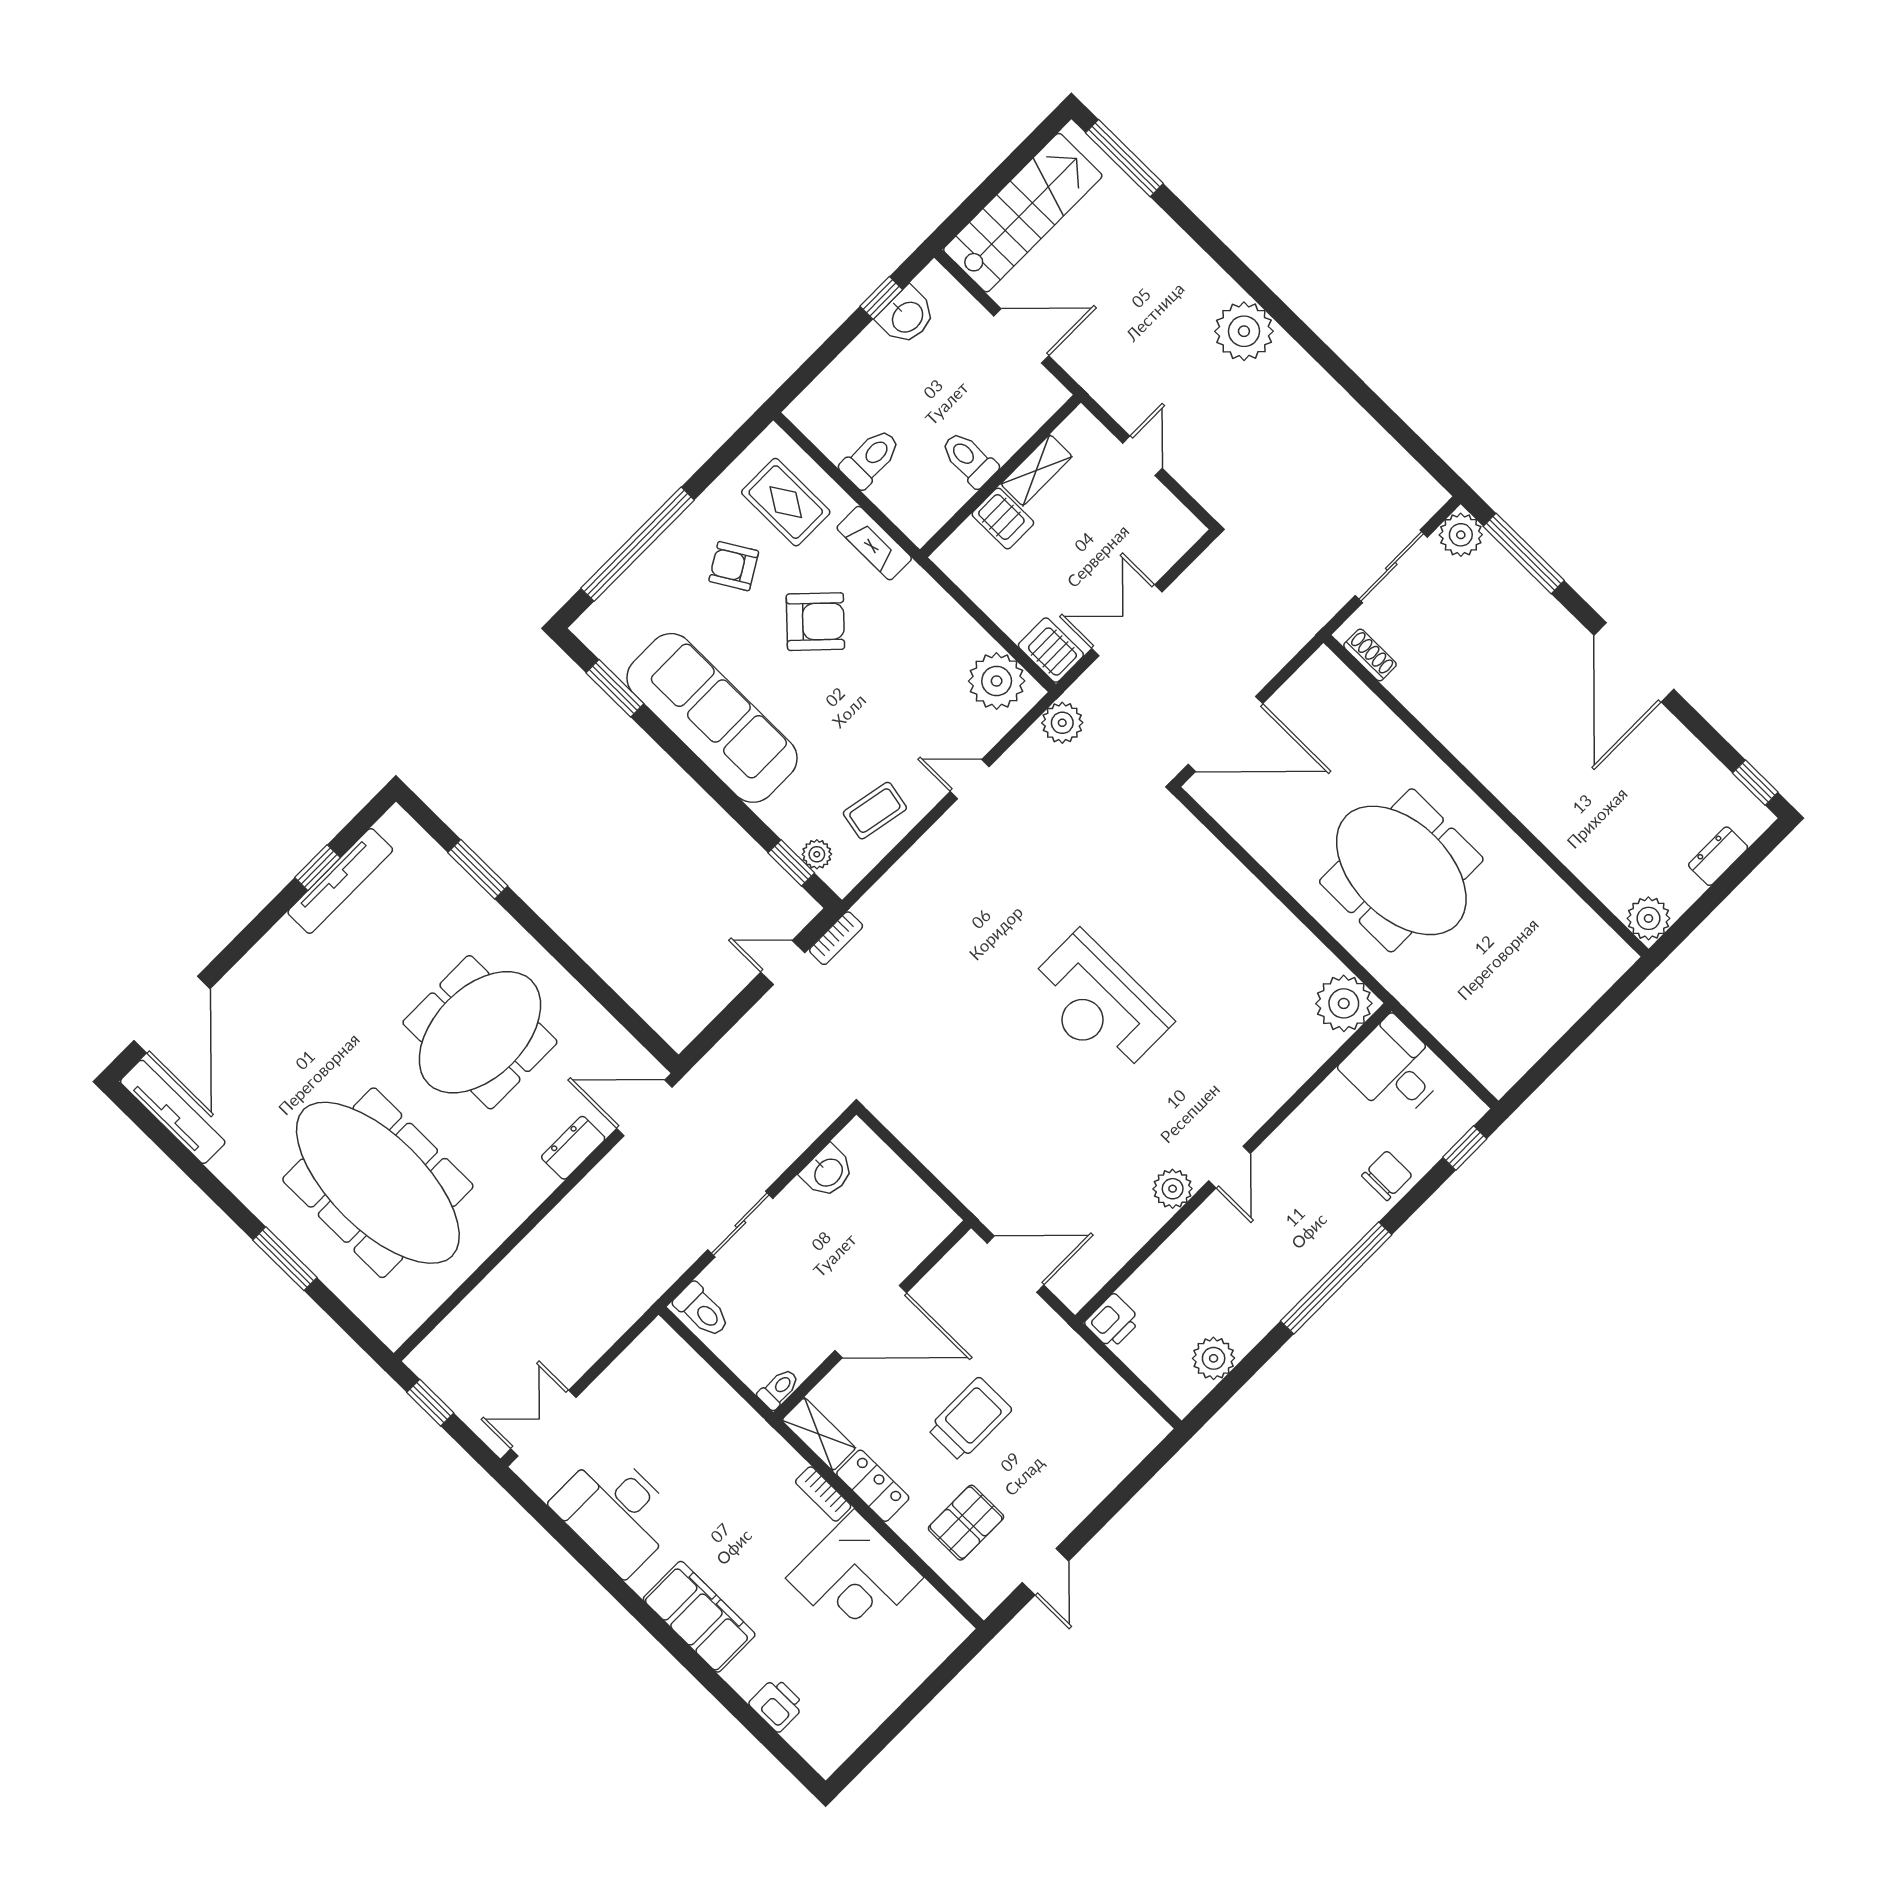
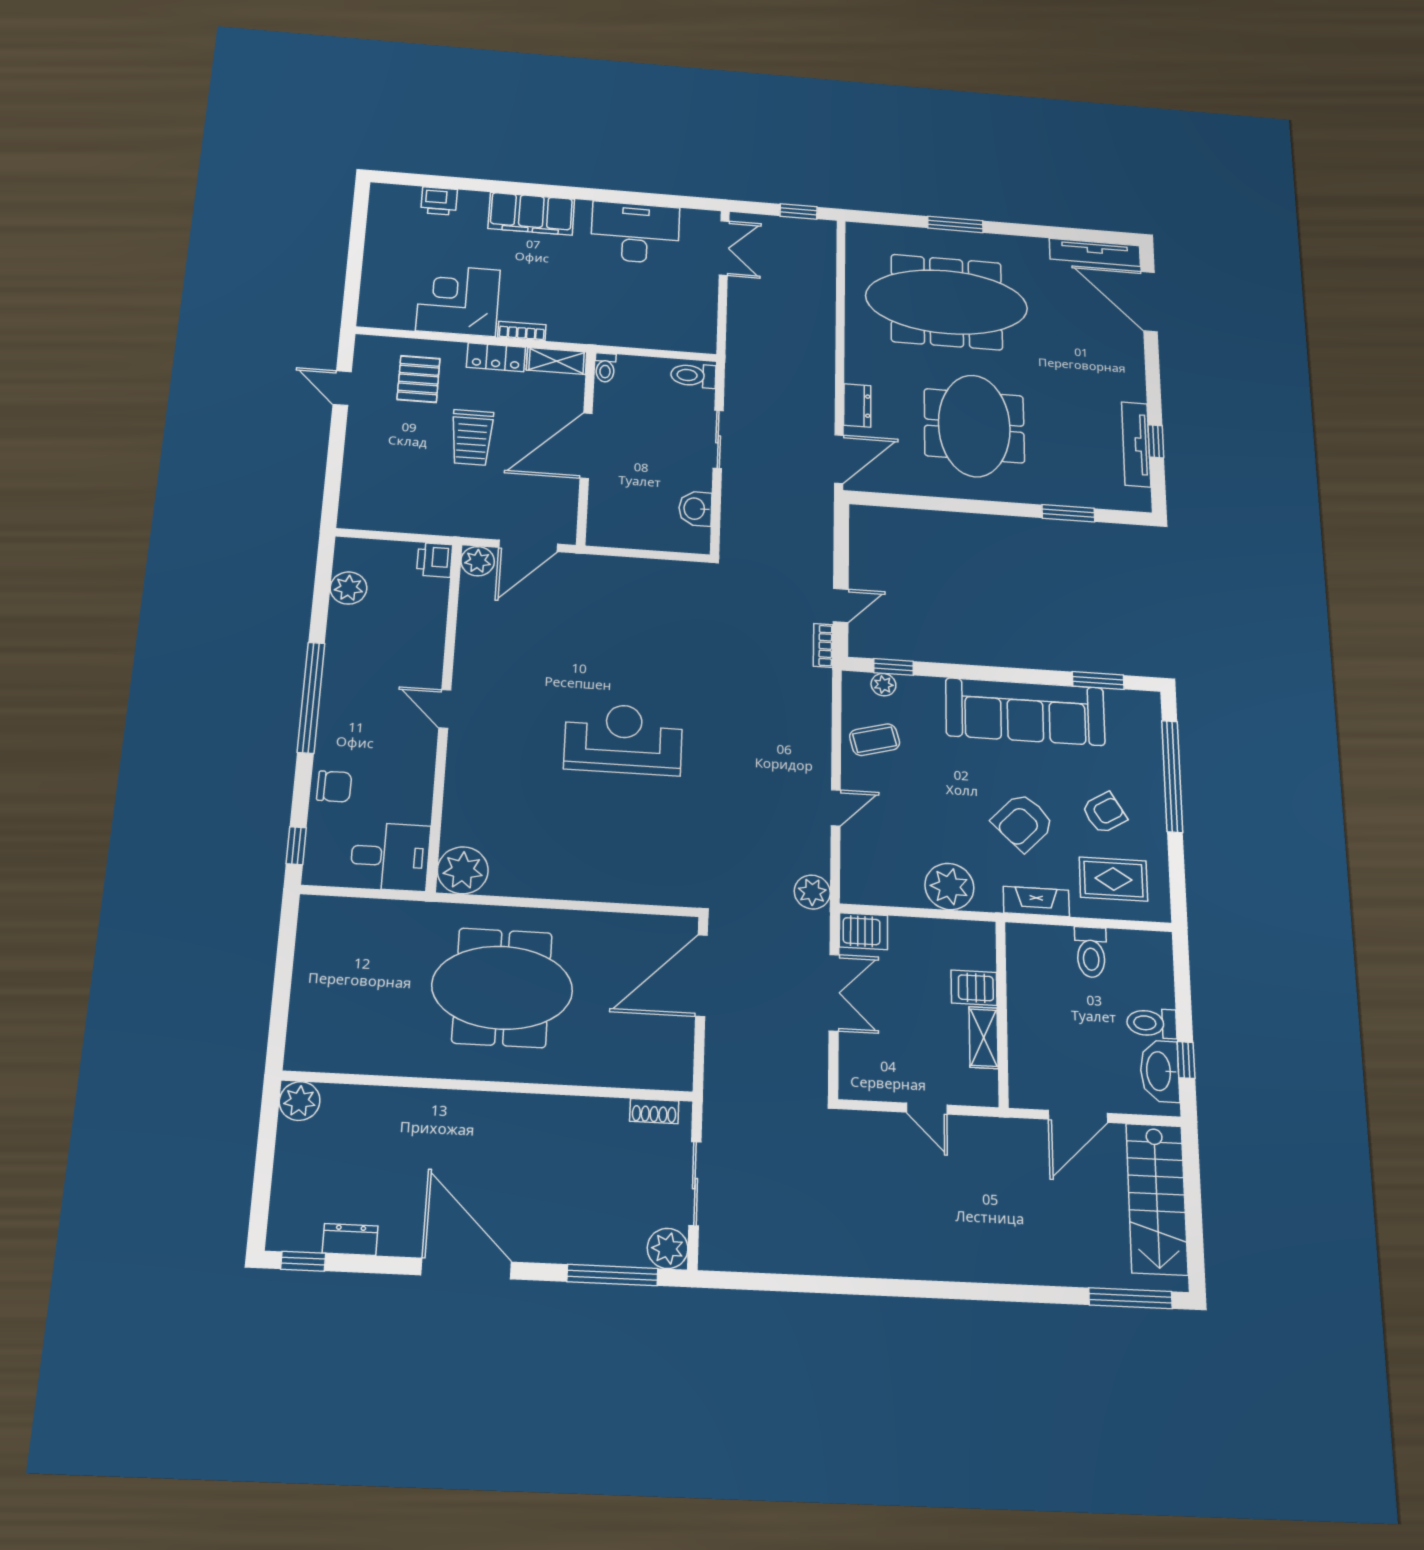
washbasin: (907, 316) -> (1160, 1071), width x1.38
plant: (1244, 331) -> (942, 1254), removed
toilet: (969, 459) -> (1152, 1023), moved, turned 180
plant: (997, 681) -> (949, 887), moved
coffee table: (875, 811) -> (875, 740), turned 64
dresser: (1718, 856) -> (350, 1239), moved, turned -90
chair: (1387, 1176) -> (334, 786), turned -90
plant: (1173, 1189) -> (478, 561), moved

